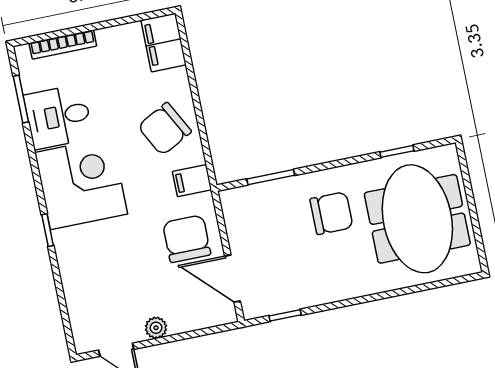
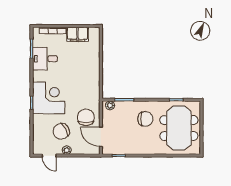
filing cabinet: (164, 42) -> (77, 34), moved, turned -90
chair: (165, 129) -> (61, 131), moved
filing cabinet: (192, 181) -> (93, 95), removed
corner desk: (81, 183) -> (49, 98), moved
plant: (239, 198) -> (110, 105), added

